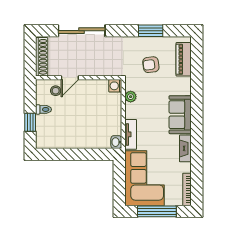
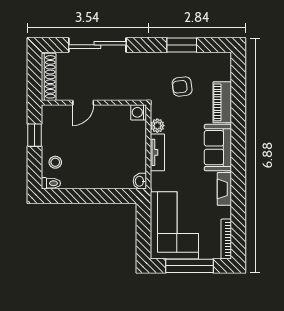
piano: (184, 59) -> (222, 102), moved
stool: (56, 91) -> (55, 162), moved
toilet: (43, 109) -> (51, 183), moved
window: (30, 122) -> (34, 135), moved
tv unit: (131, 134) -> (157, 152), moved

